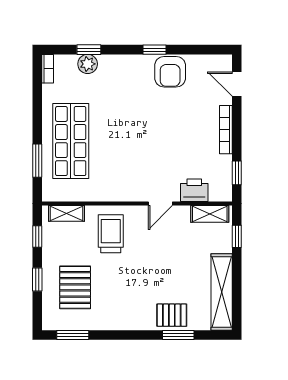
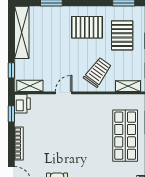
printer: (194, 190) -> (22, 104), moved, turned -90
trolley: (111, 234) -> (98, 72), turned -144
pallet: (172, 315) -> (87, 27), moved, width x1.50, depth x1.42

